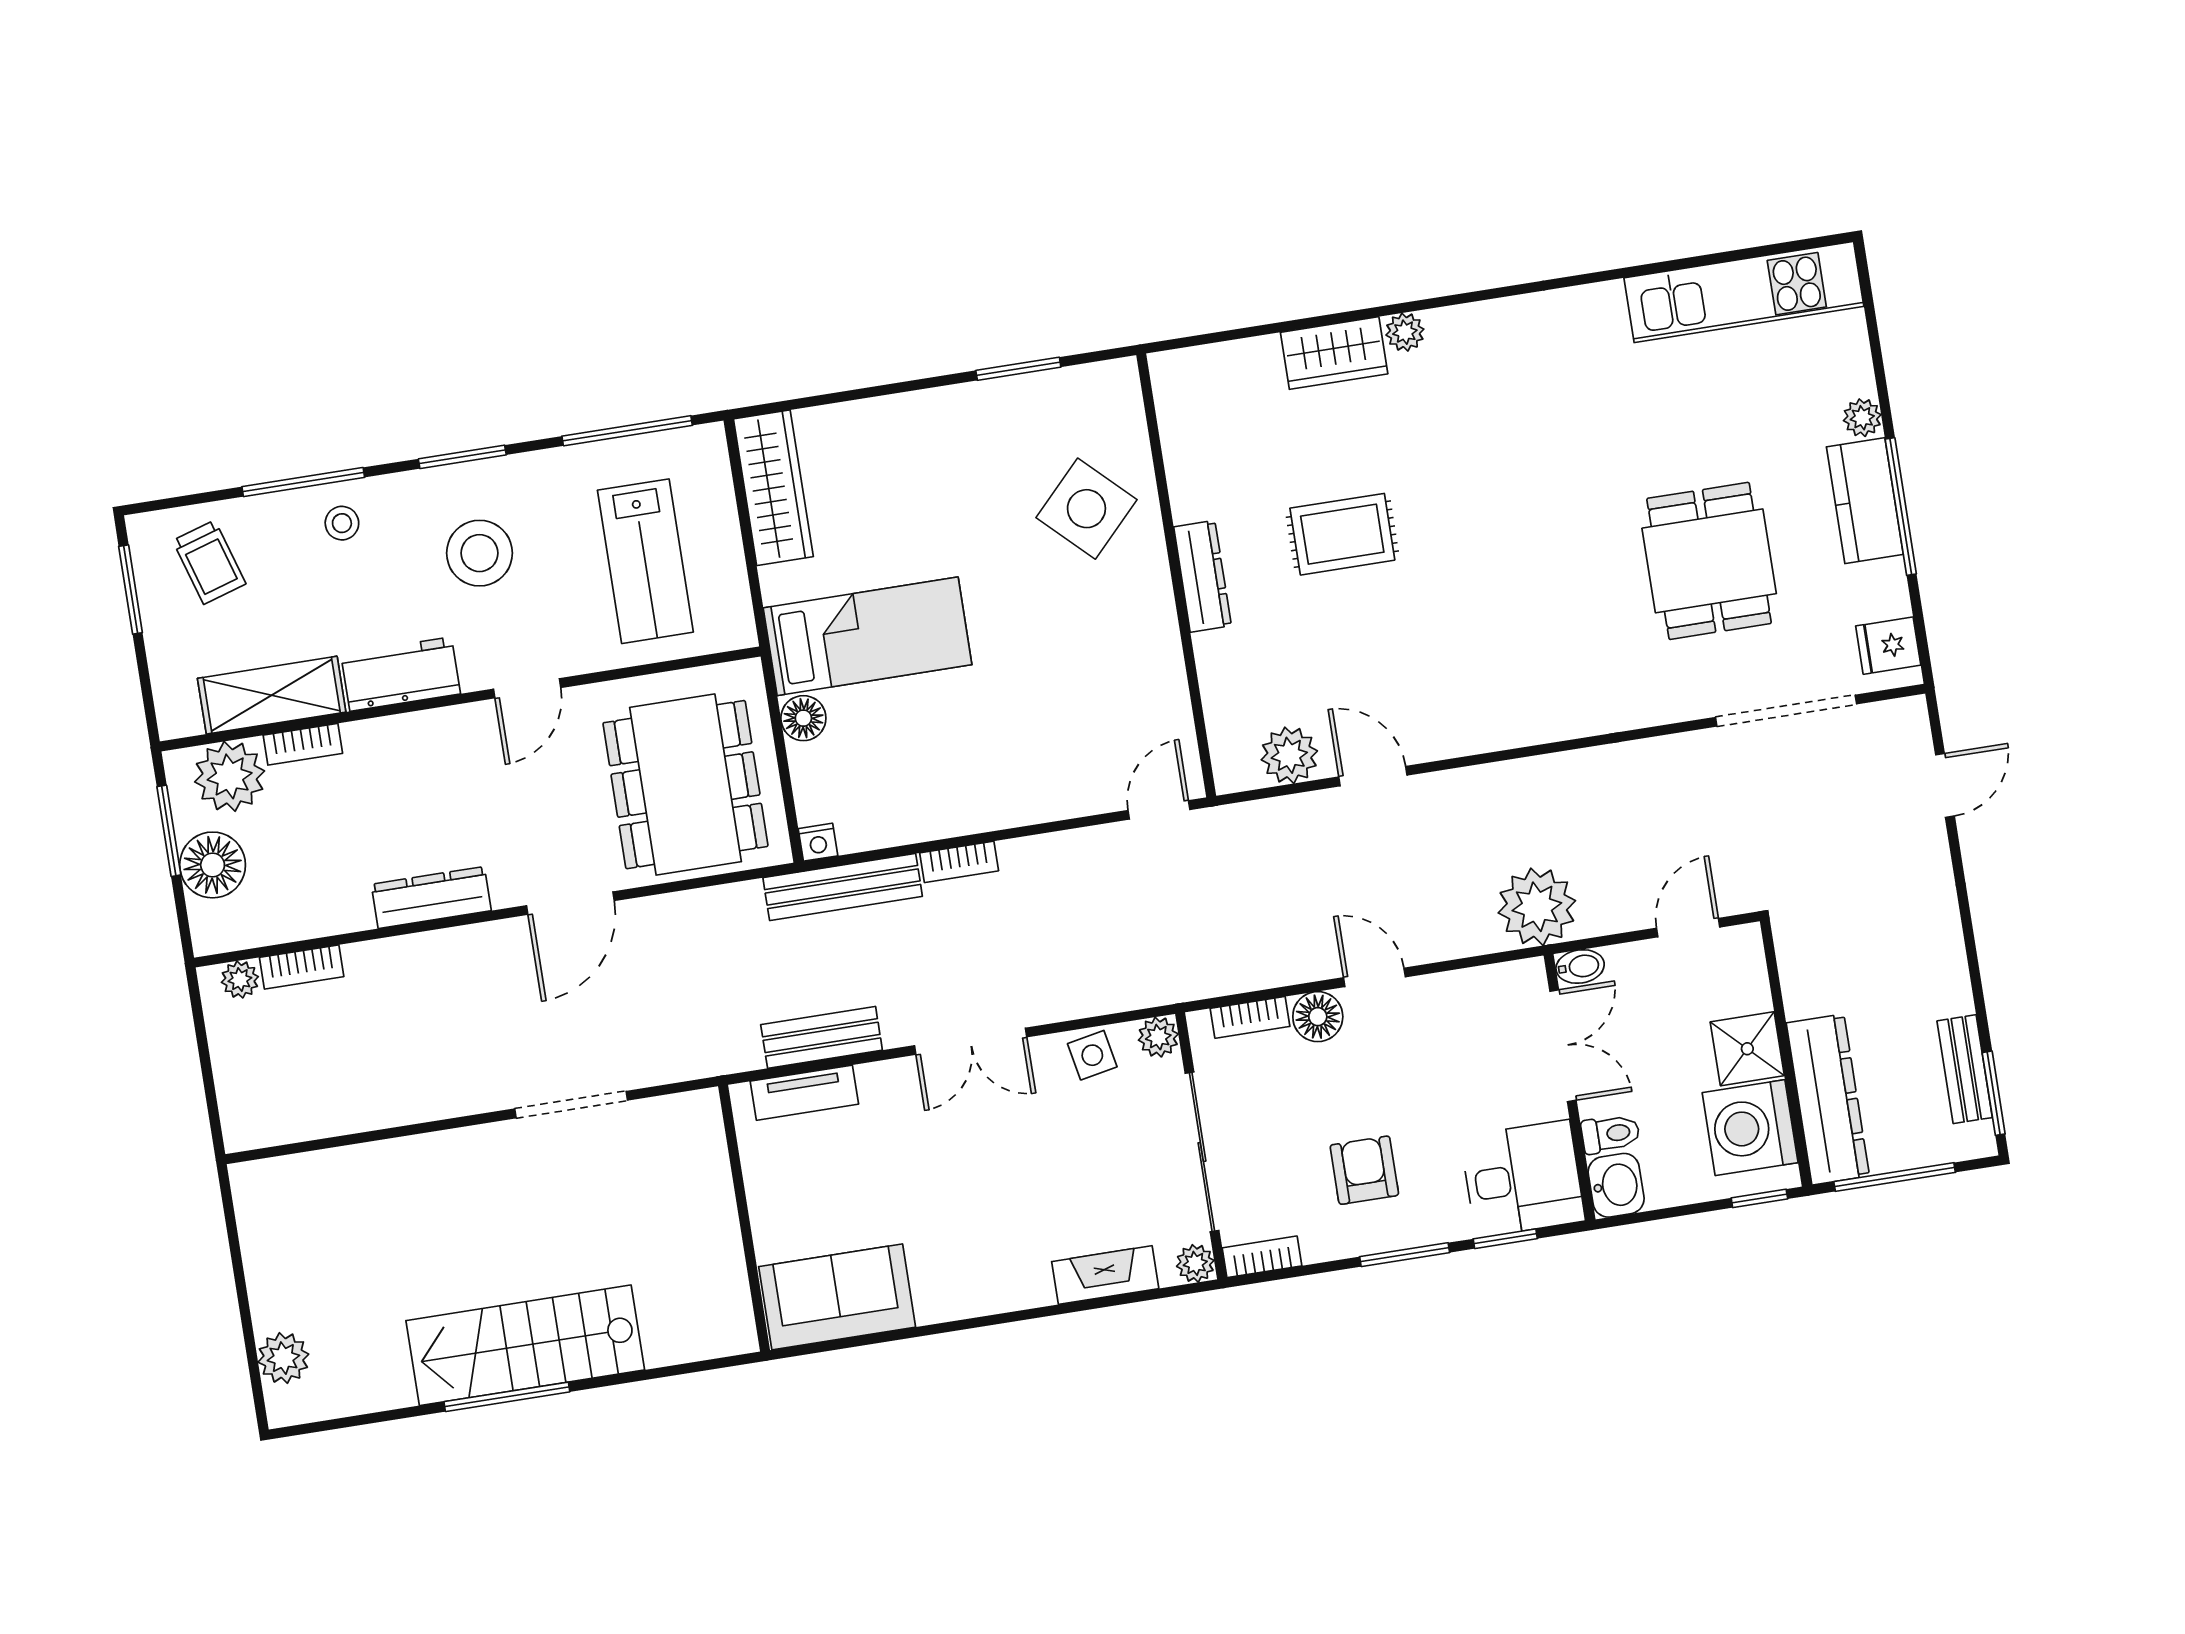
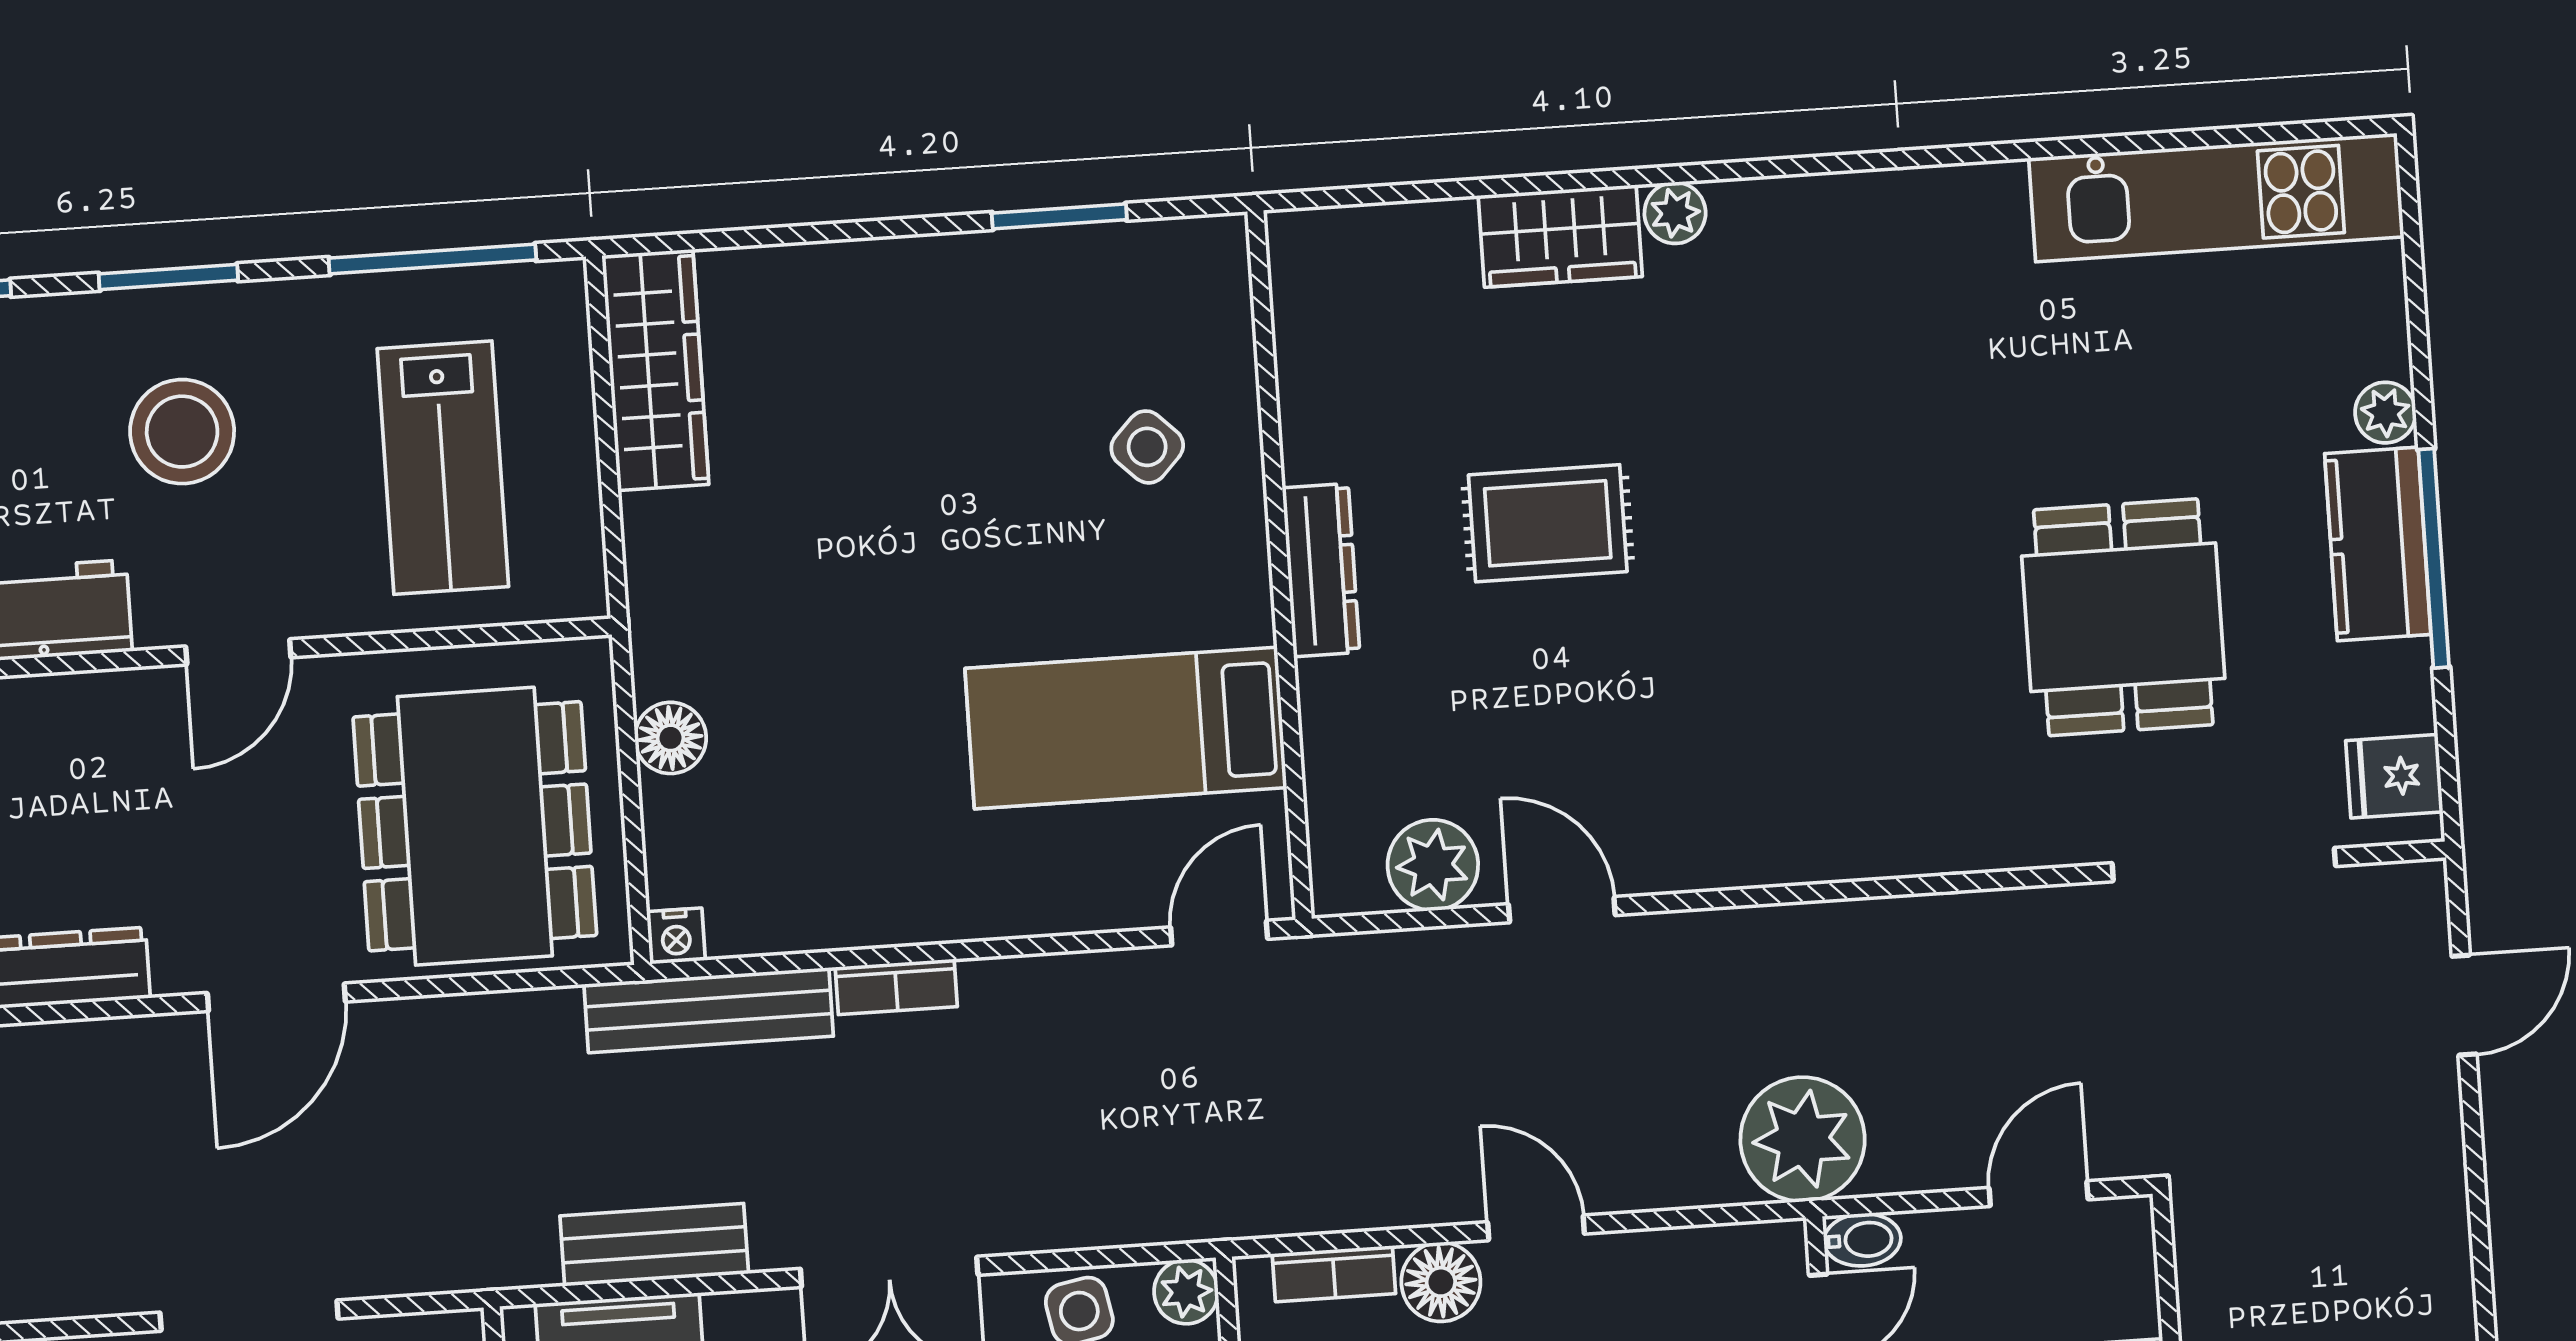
side table: (1086, 509) -> (1147, 447), width x0.54, depth x0.54
bed: (868, 636) -> (1126, 728), moved, turned 180

